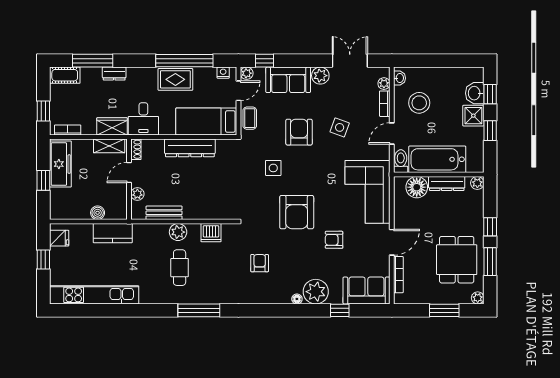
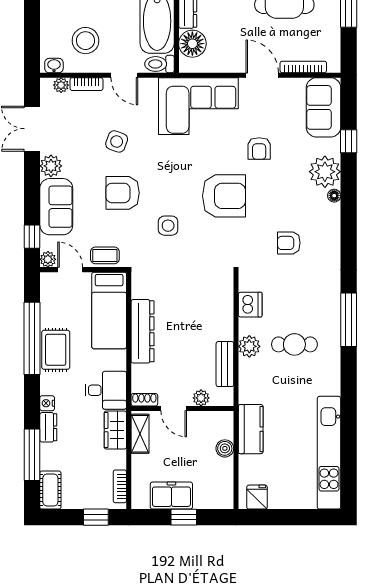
nightstand: (223, 73) -> (47, 403), moved
freezer: (60, 164) -> (171, 496), width x0.71
window: (43, 260) -> (284, 517), removed

